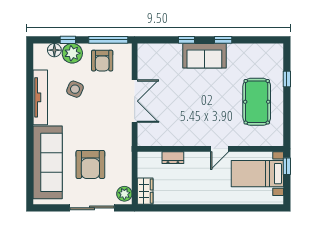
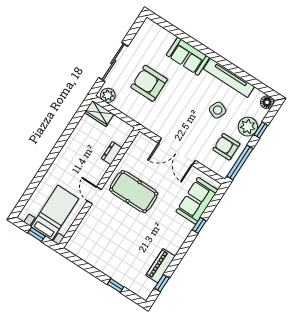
window: (223, 40) -> (162, 283), moved
floor lamp: (54, 50) -> (267, 102), moved
piano: (244, 51) -> (161, 266), added
sofa: (204, 56) -> (197, 201), moved
pool table: (257, 102) -> (134, 192), moved
sofa: (48, 162) -> (188, 56), width x0.54, depth x0.79
window: (287, 166) -> (37, 234), moved

